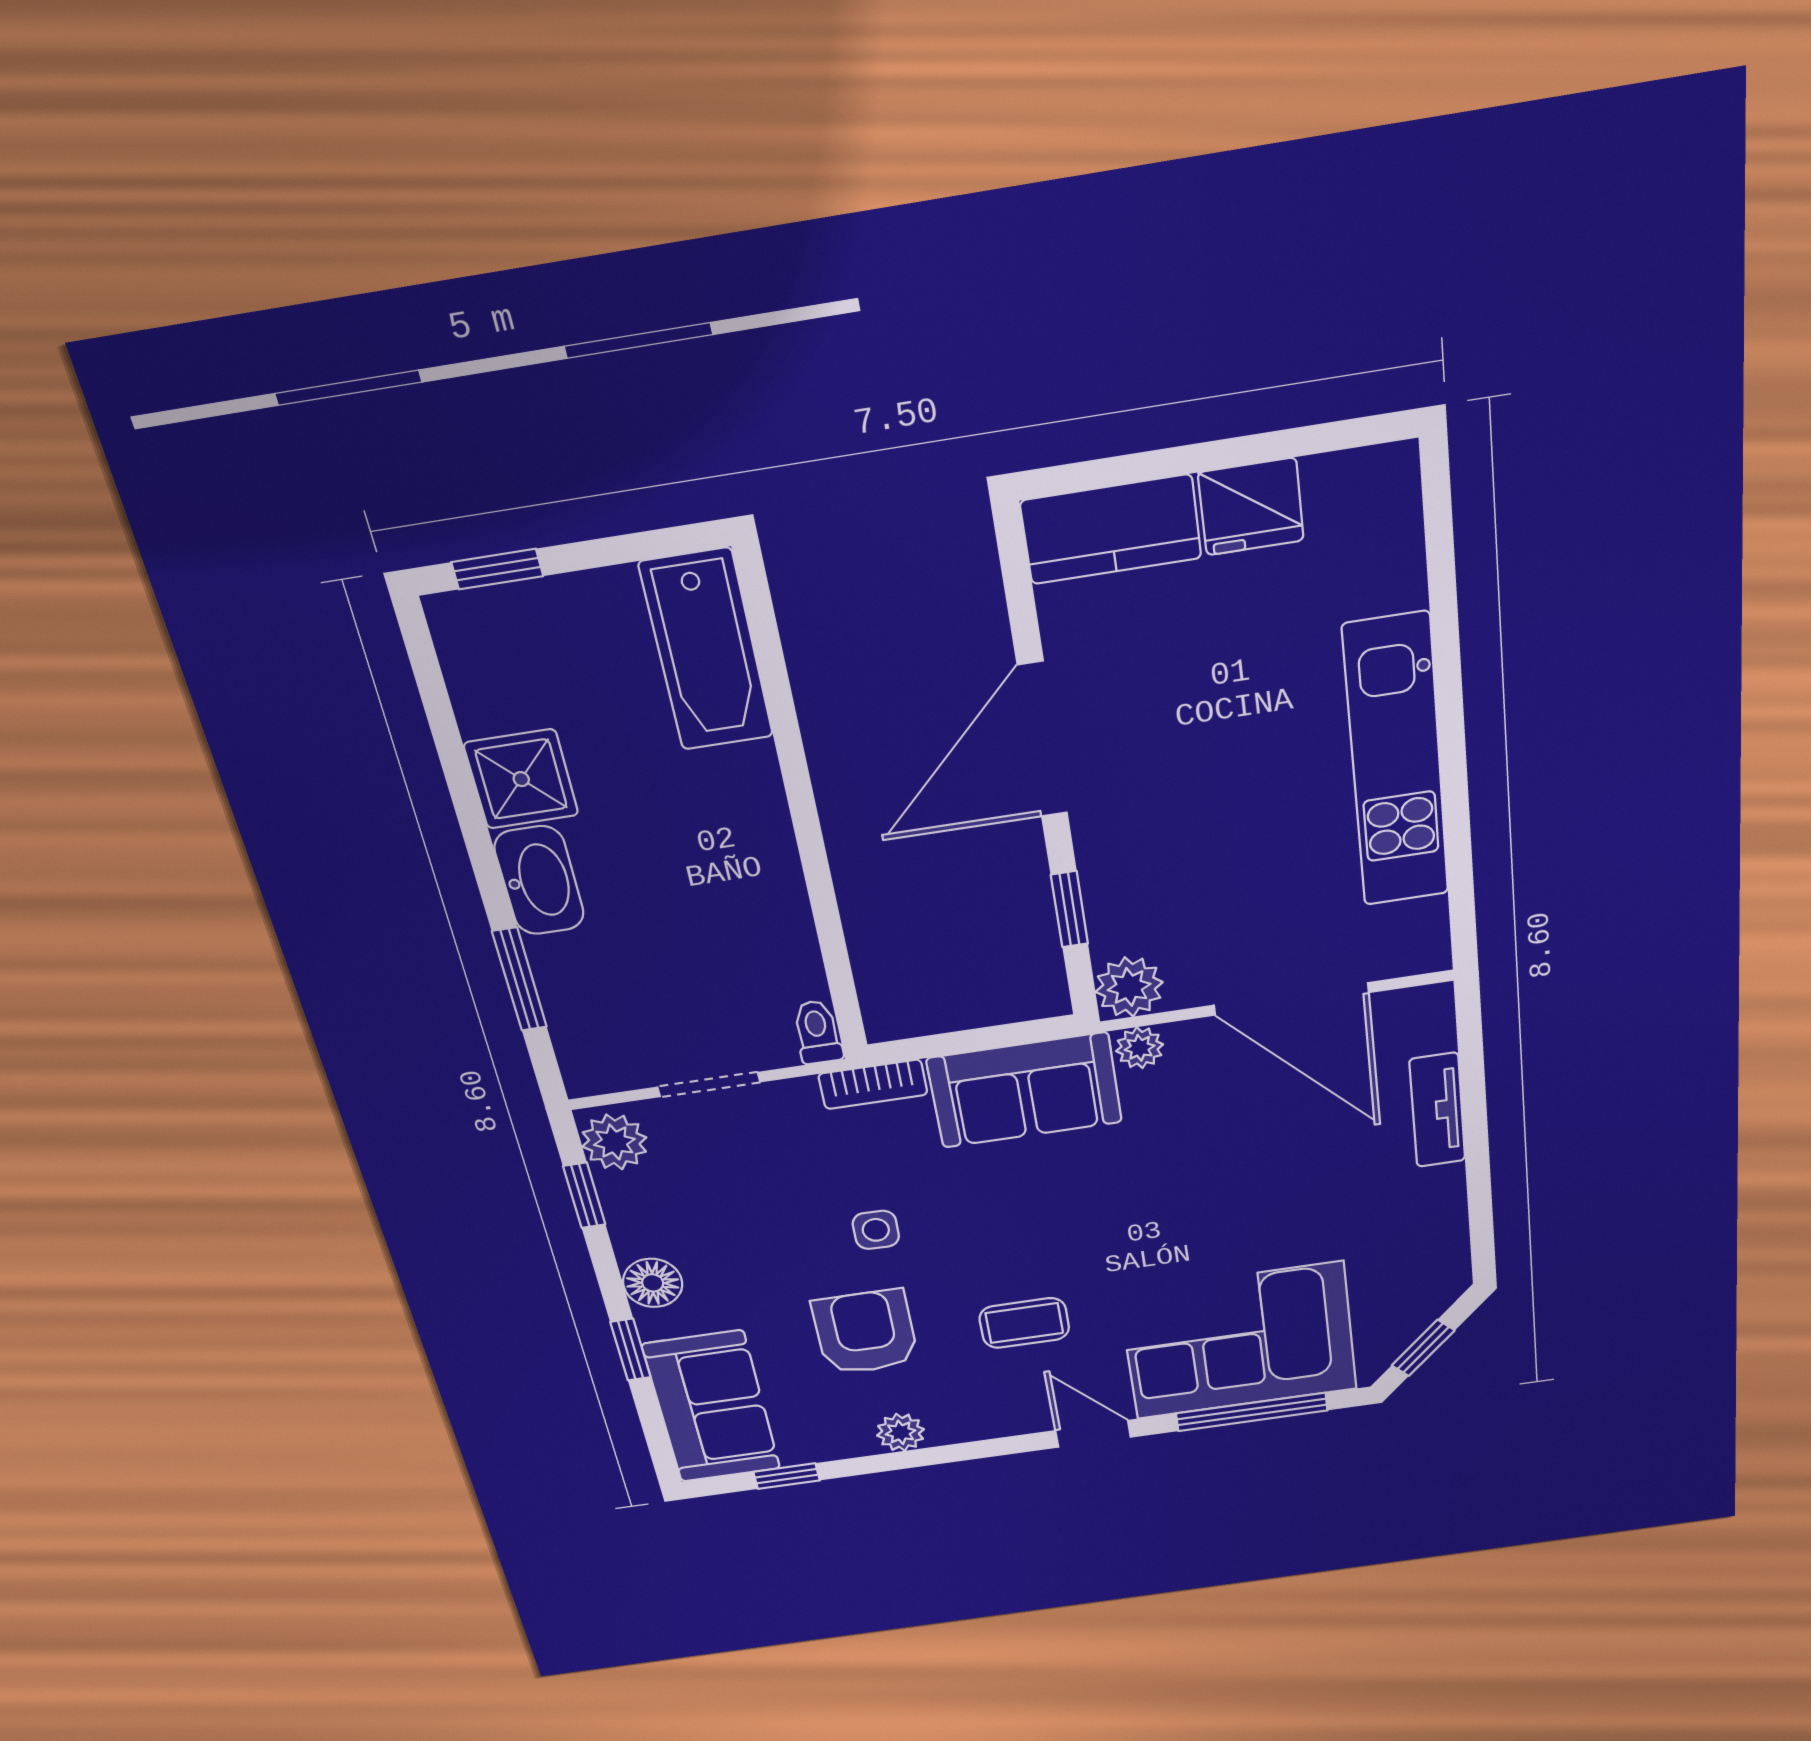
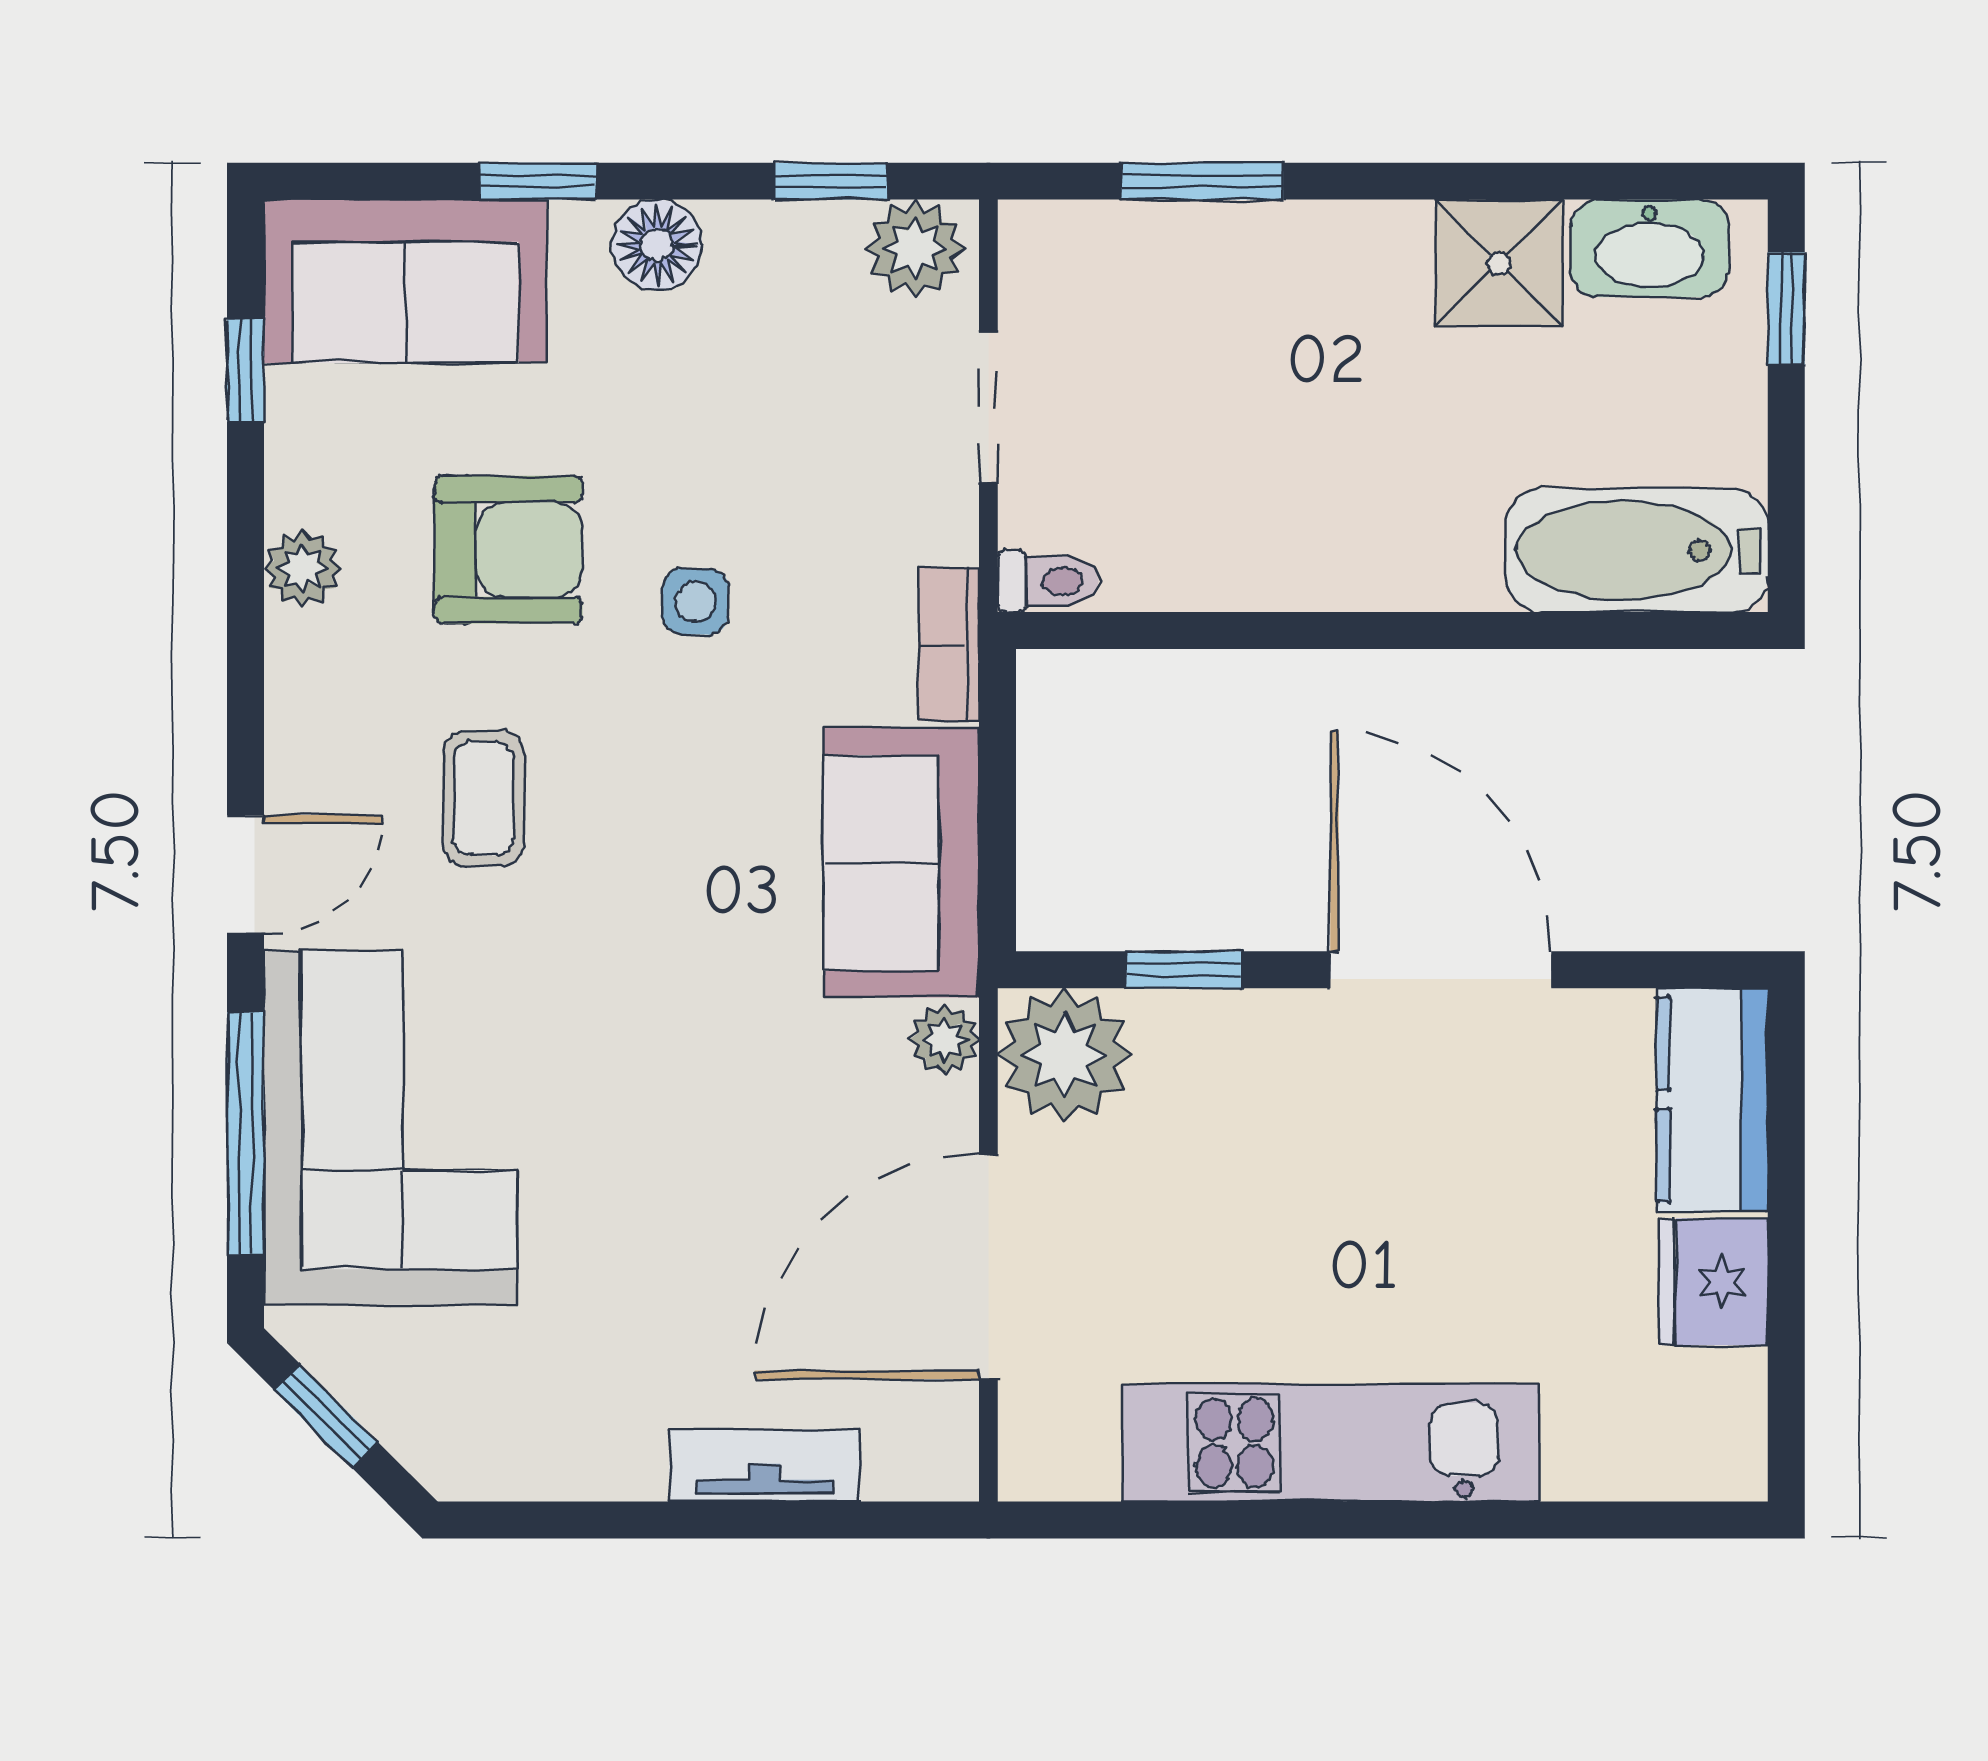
washbasin: (539, 880) -> (1650, 248), moved
plant: (1129, 987) -> (1064, 1055), width x1.36, depth x1.36

